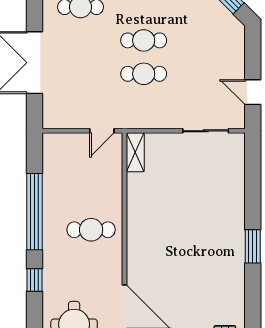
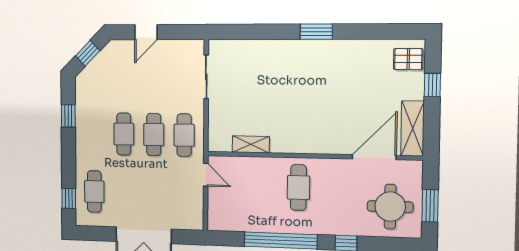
door: (253, 92) -> (146, 32), moved
cafe table: (144, 107) -> (184, 135), added
shelving: (135, 152) -> (251, 144), moved

